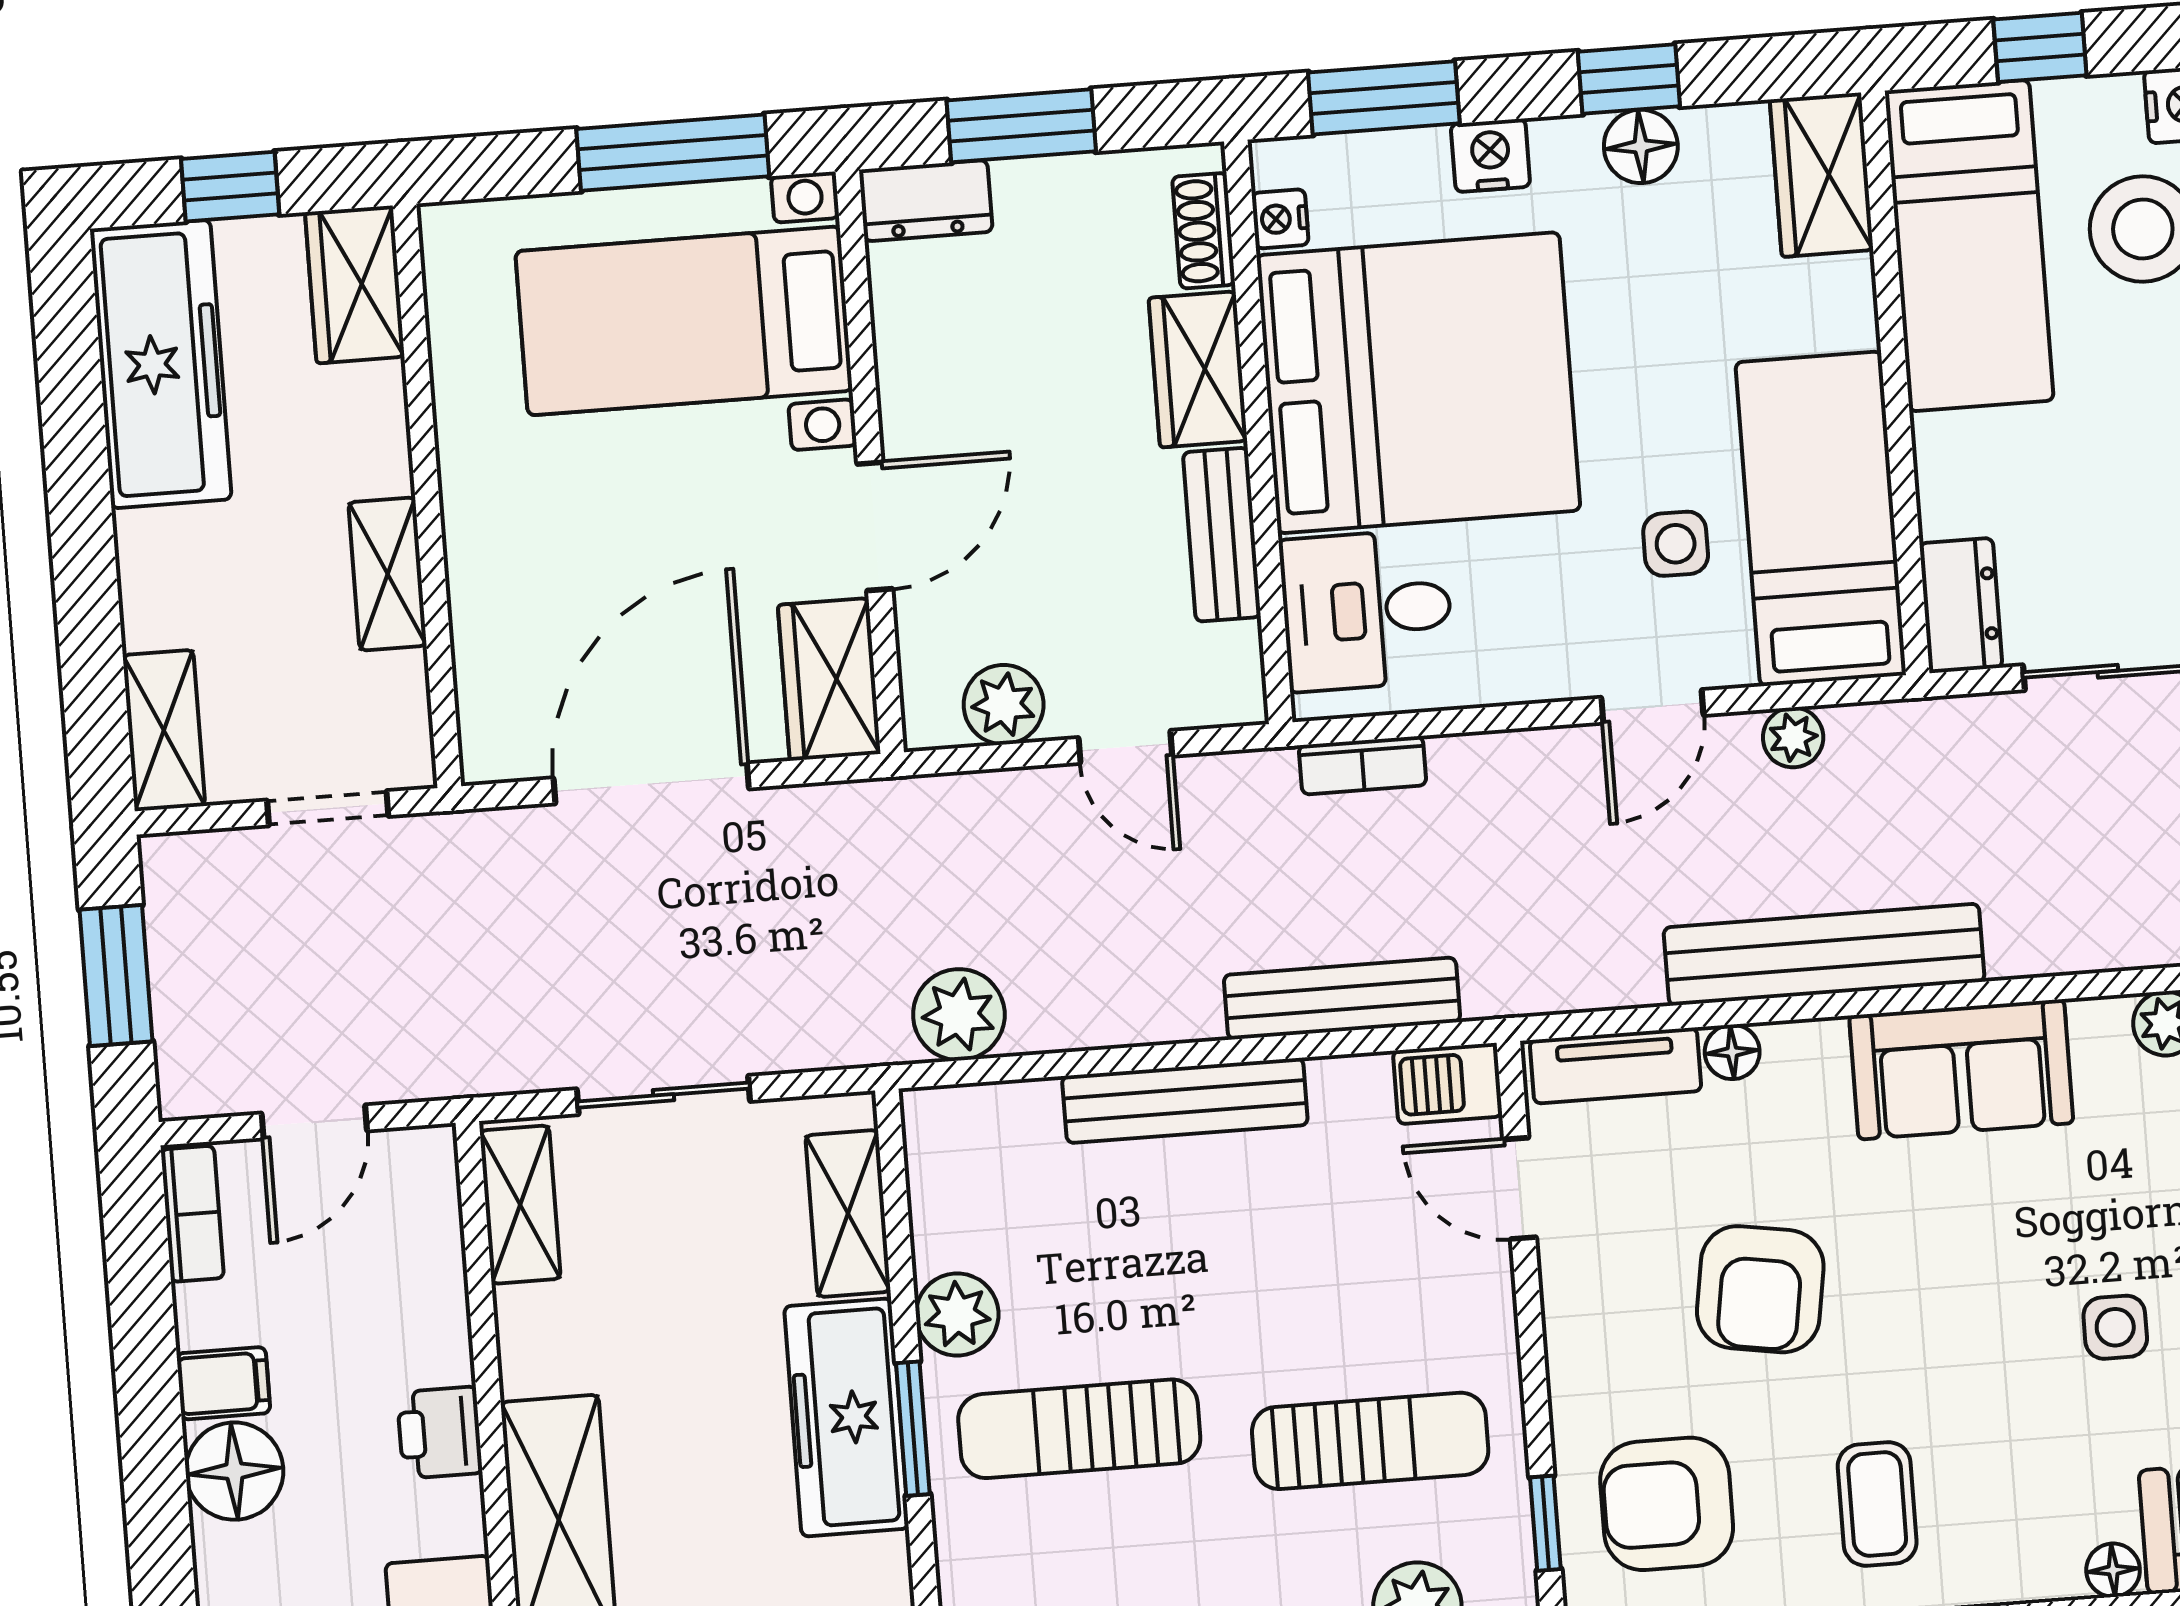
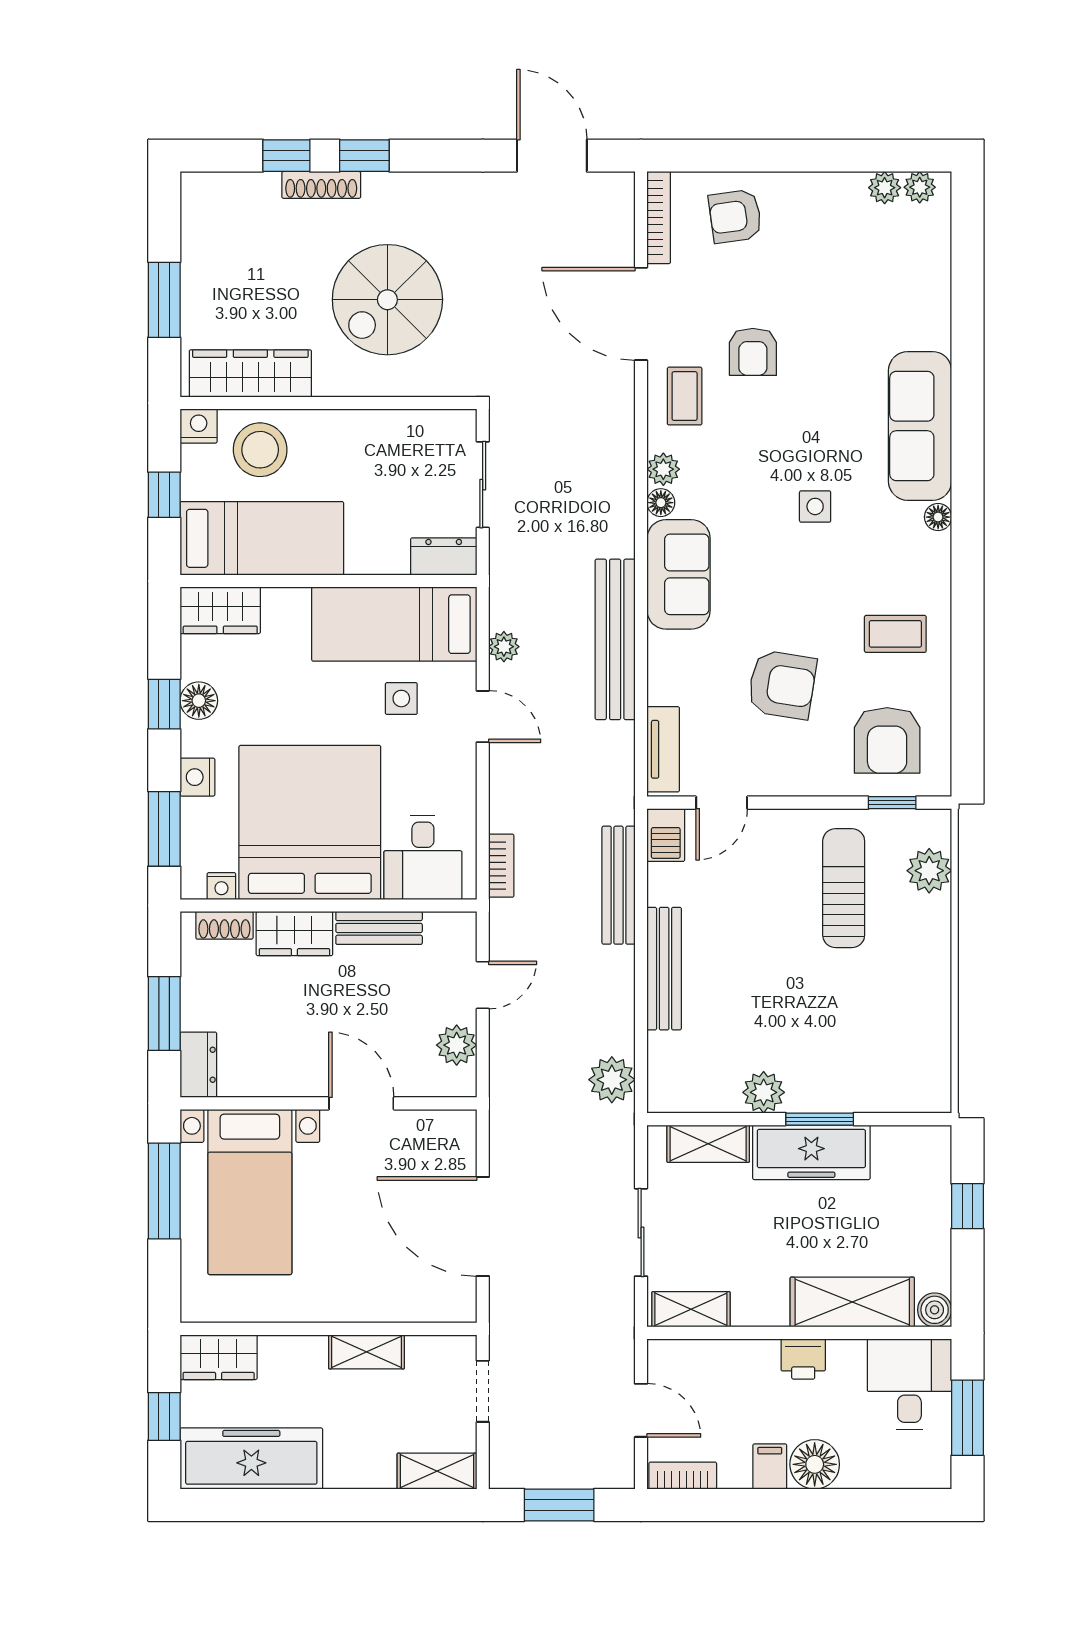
wardrobe: (829, 679) -> (437, 1132), removed
floor lamp: (1732, 1052) -> (661, 503), moved
sun lounger: (1079, 1429) -> (826, 1035), removed

